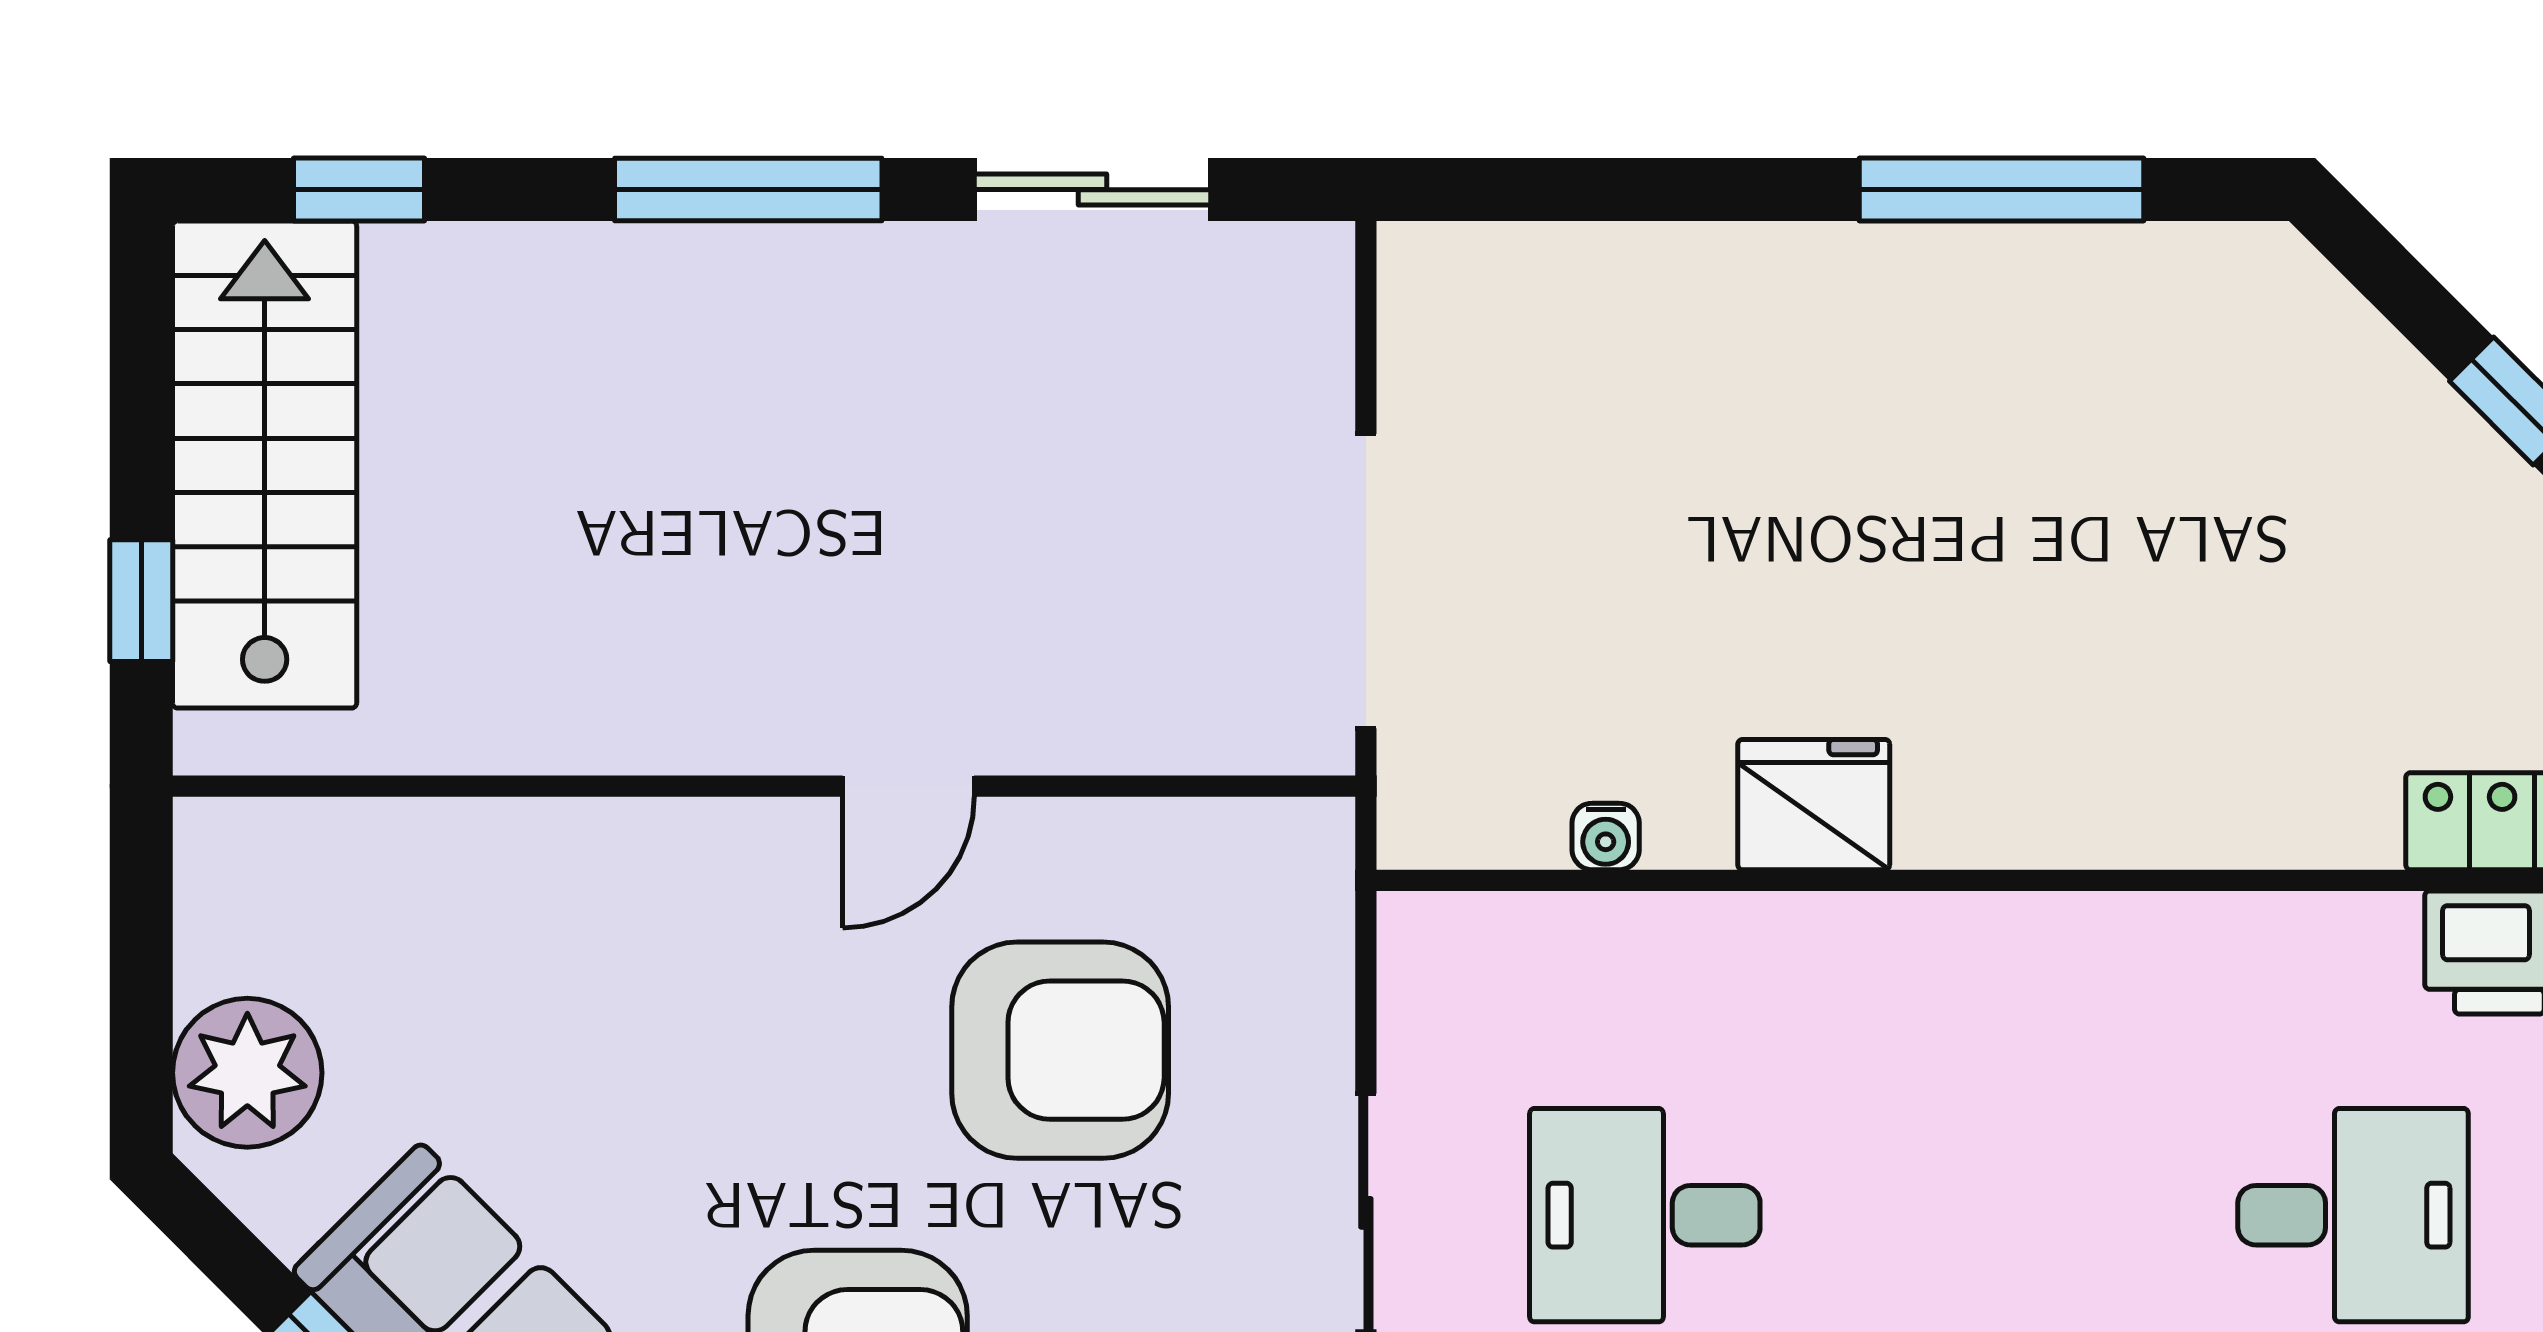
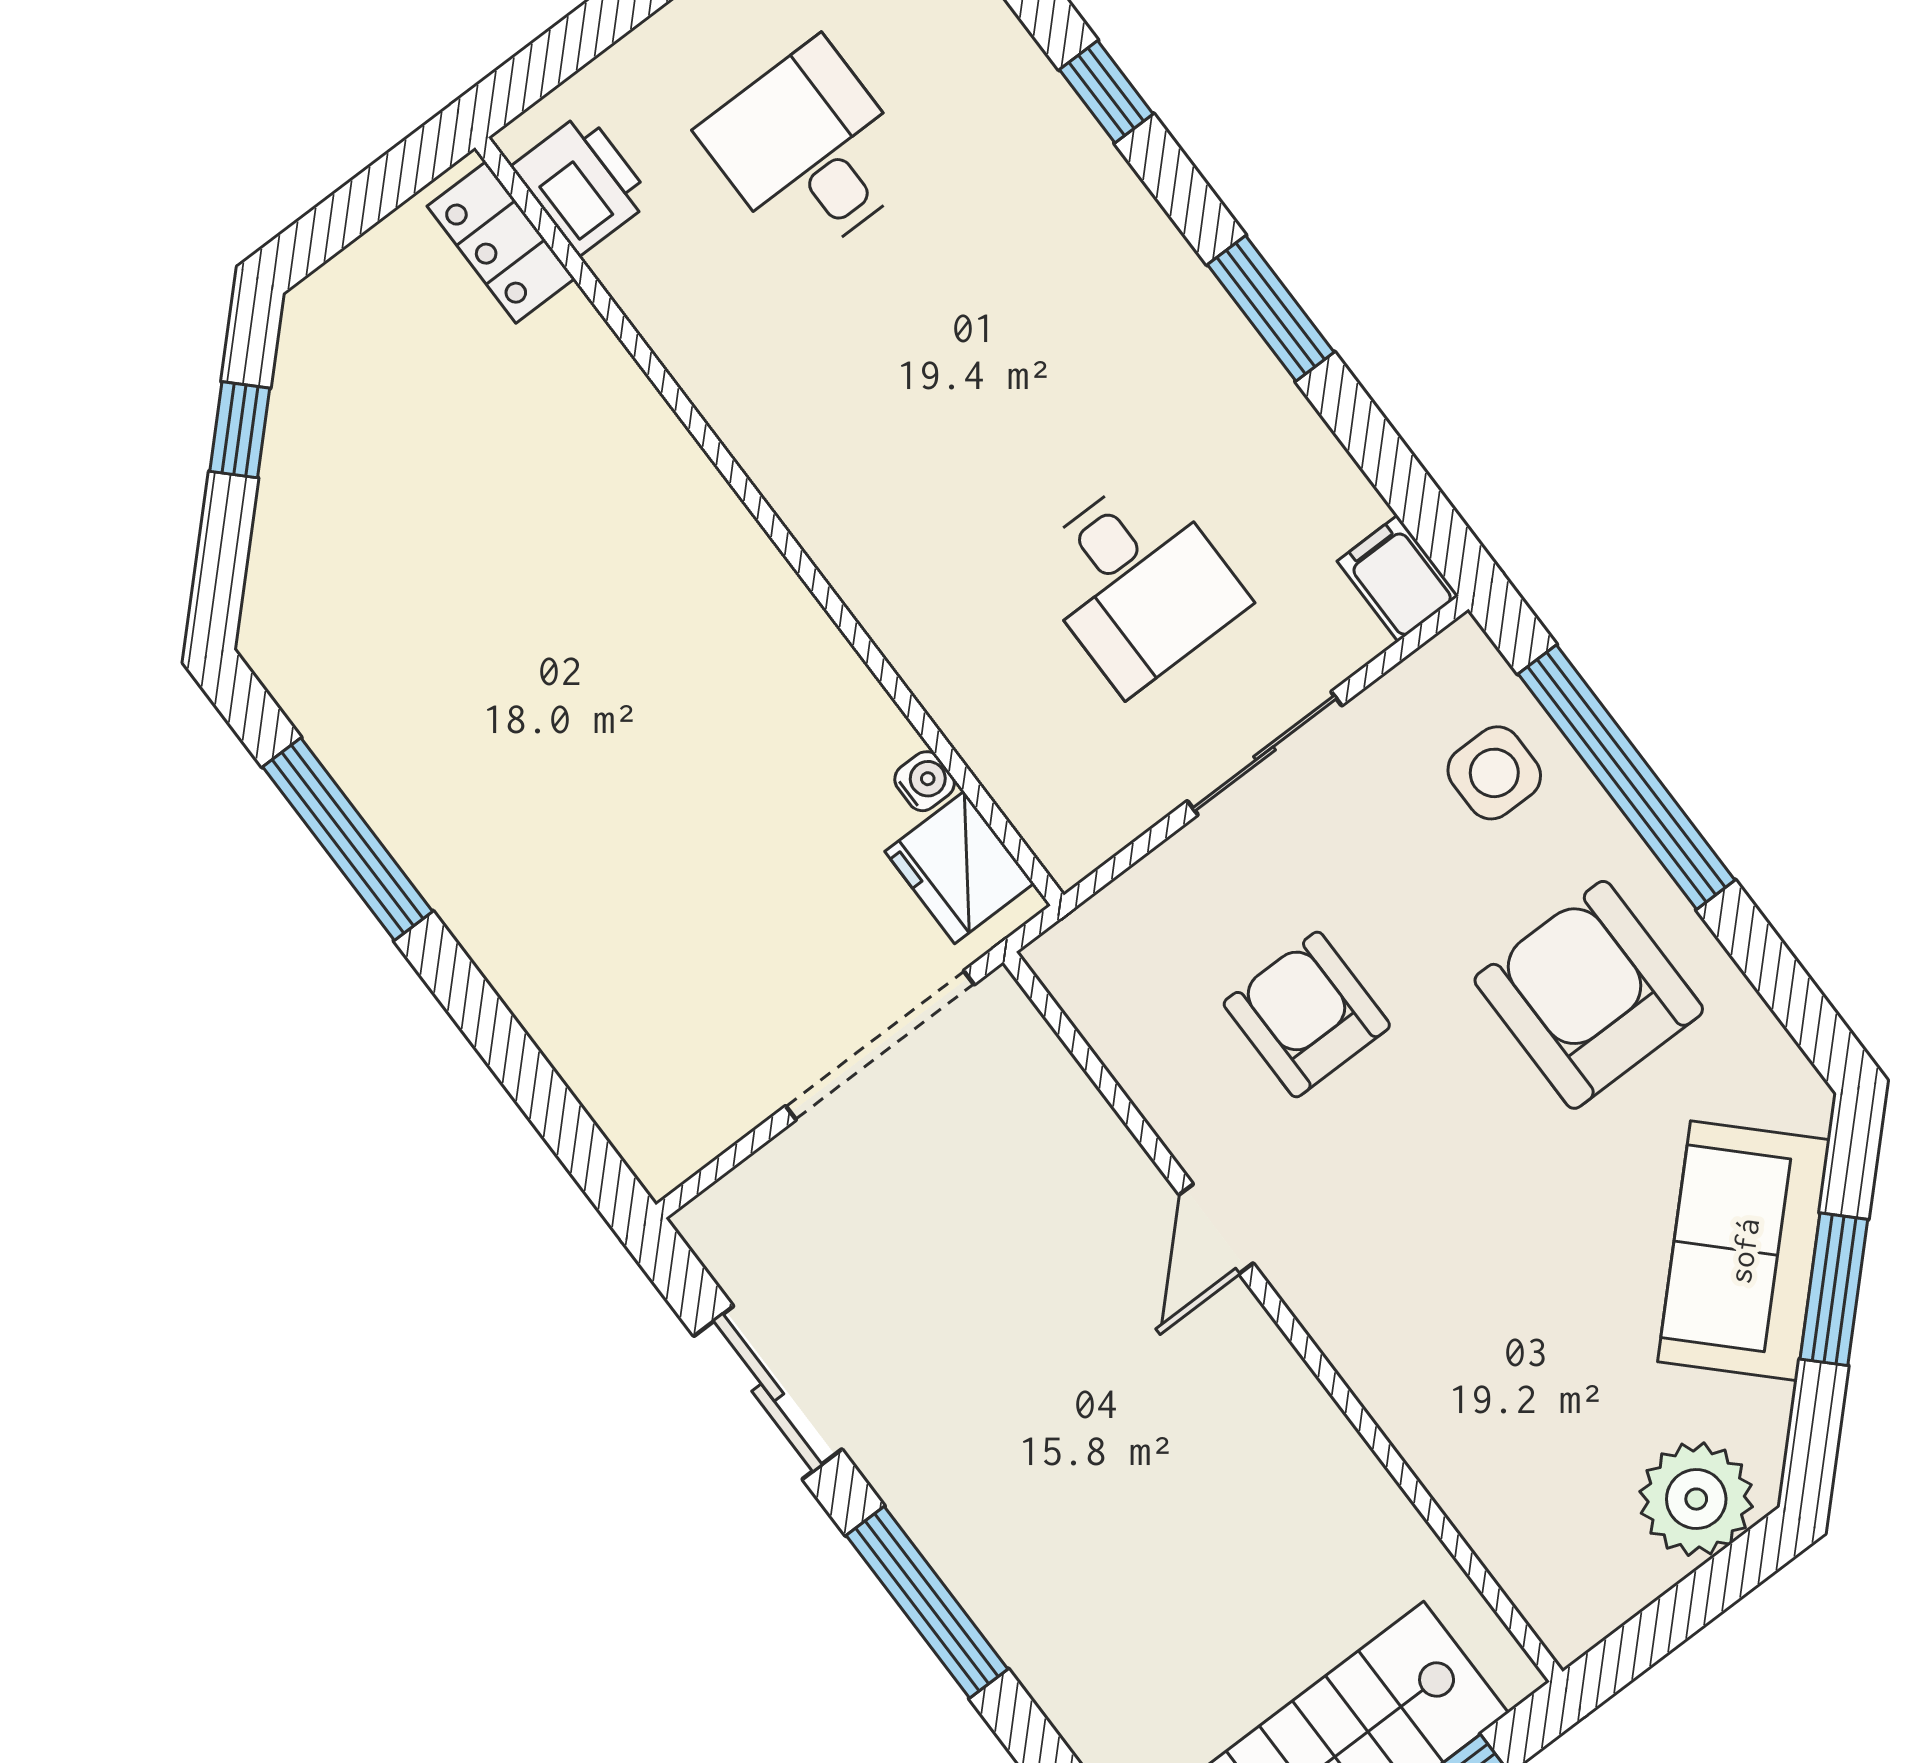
door: (908, 786) -> (1216, 1229), swing flipped
fridge: (1814, 805) -> (959, 867), moved
armchair: (1060, 1050) -> (1307, 1015), width x0.73, depth x0.73

